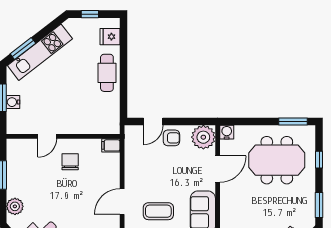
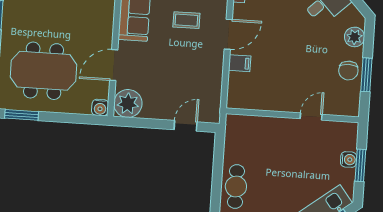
armchair: (171, 138) -> (165, 105), removed
filing cabinet: (111, 145) -> (240, 63), moved
chair: (70, 162) -> (348, 71), moved
coffee table: (158, 211) -> (186, 20), width x0.73, depth x0.77

